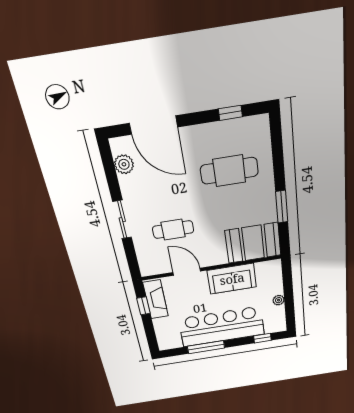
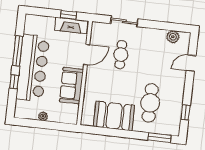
door: (154, 125) -> (191, 63), width x0.53
window: (282, 207) -> (159, 138), moved
sliding door: (122, 220) -> (124, 21), moved
booth: (253, 243) -> (114, 116), moved, turned 90
window: (262, 338) -> (14, 82), moved

